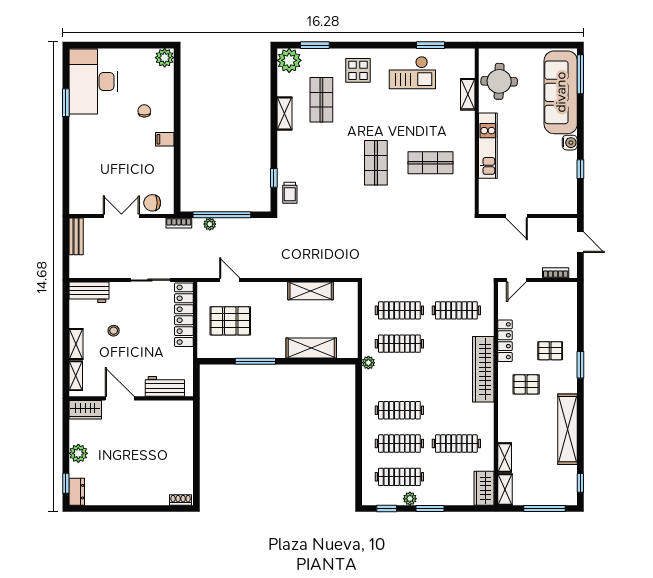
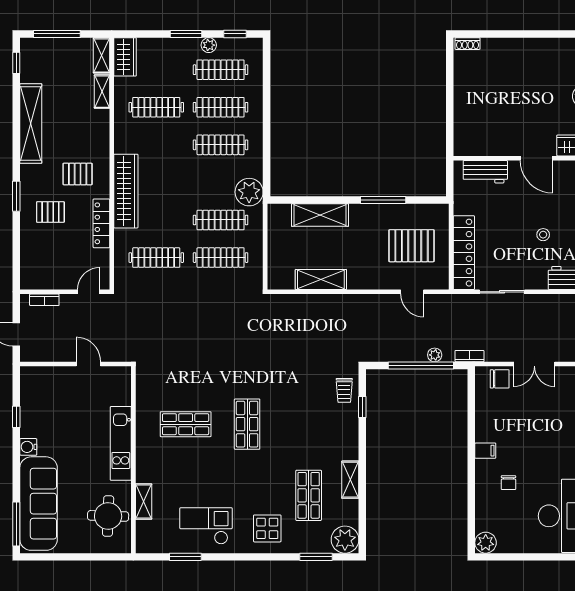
trolley: (290, 193) -> (344, 390), turned 180
plant: (368, 363) -> (249, 192), width x1.88, depth x1.88

